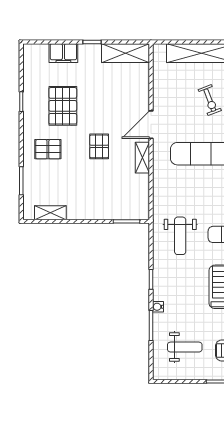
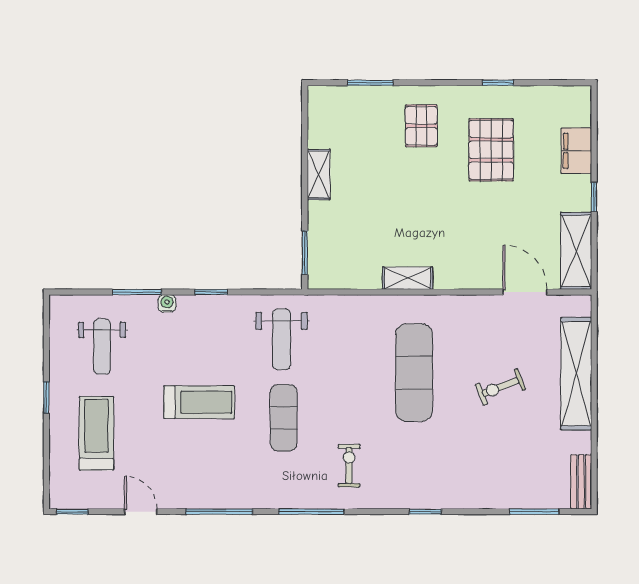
pallet: (63, 106) -> (491, 150), turned 90
door: (151, 125) -> (525, 292), moved
pallet: (99, 146) -> (426, 208), removed
shelving: (50, 213) -> (319, 174), moved
weight bench: (180, 236) -> (282, 339), turned -90

